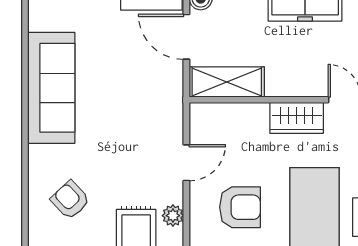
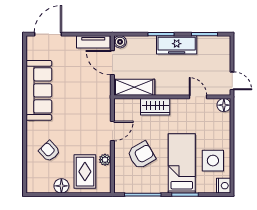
wardrobe: (297, 118) -> (155, 107), moved
armchair: (240, 207) -> (141, 155), turned -30

